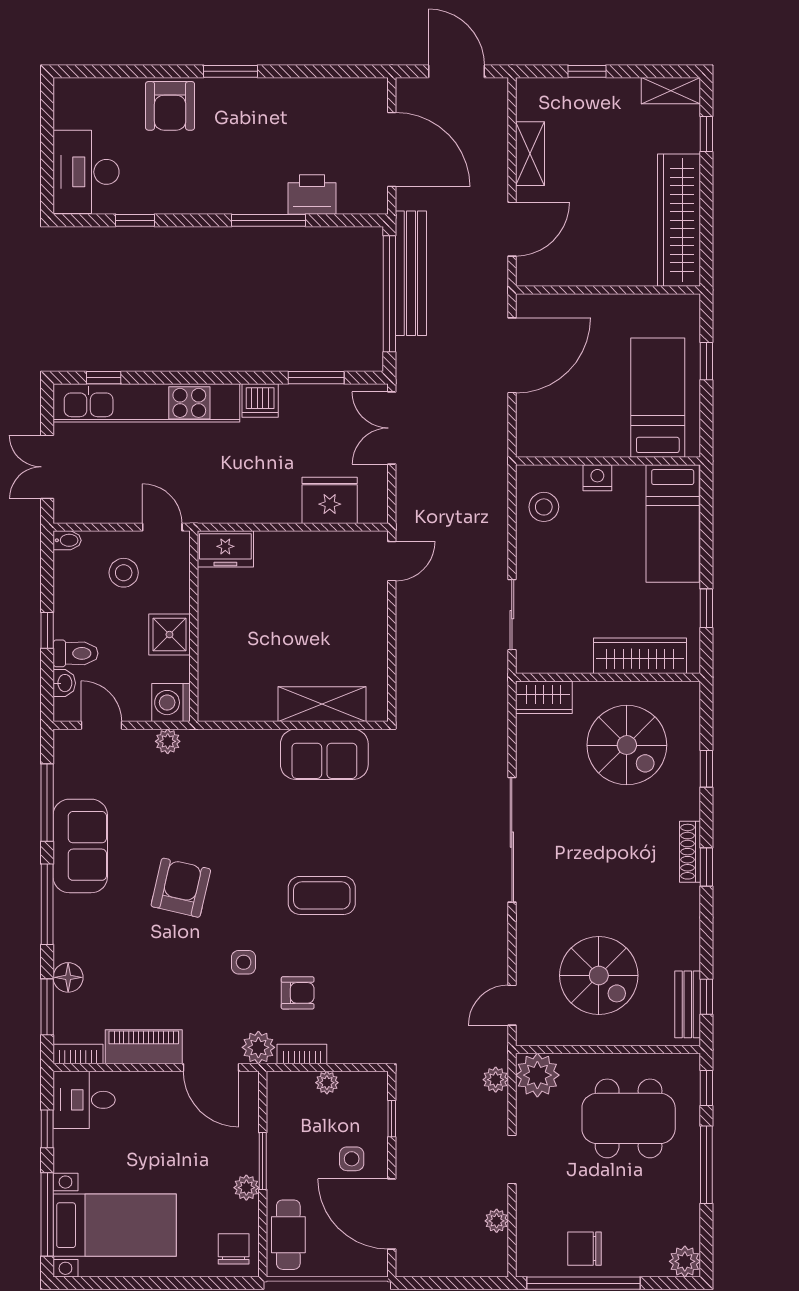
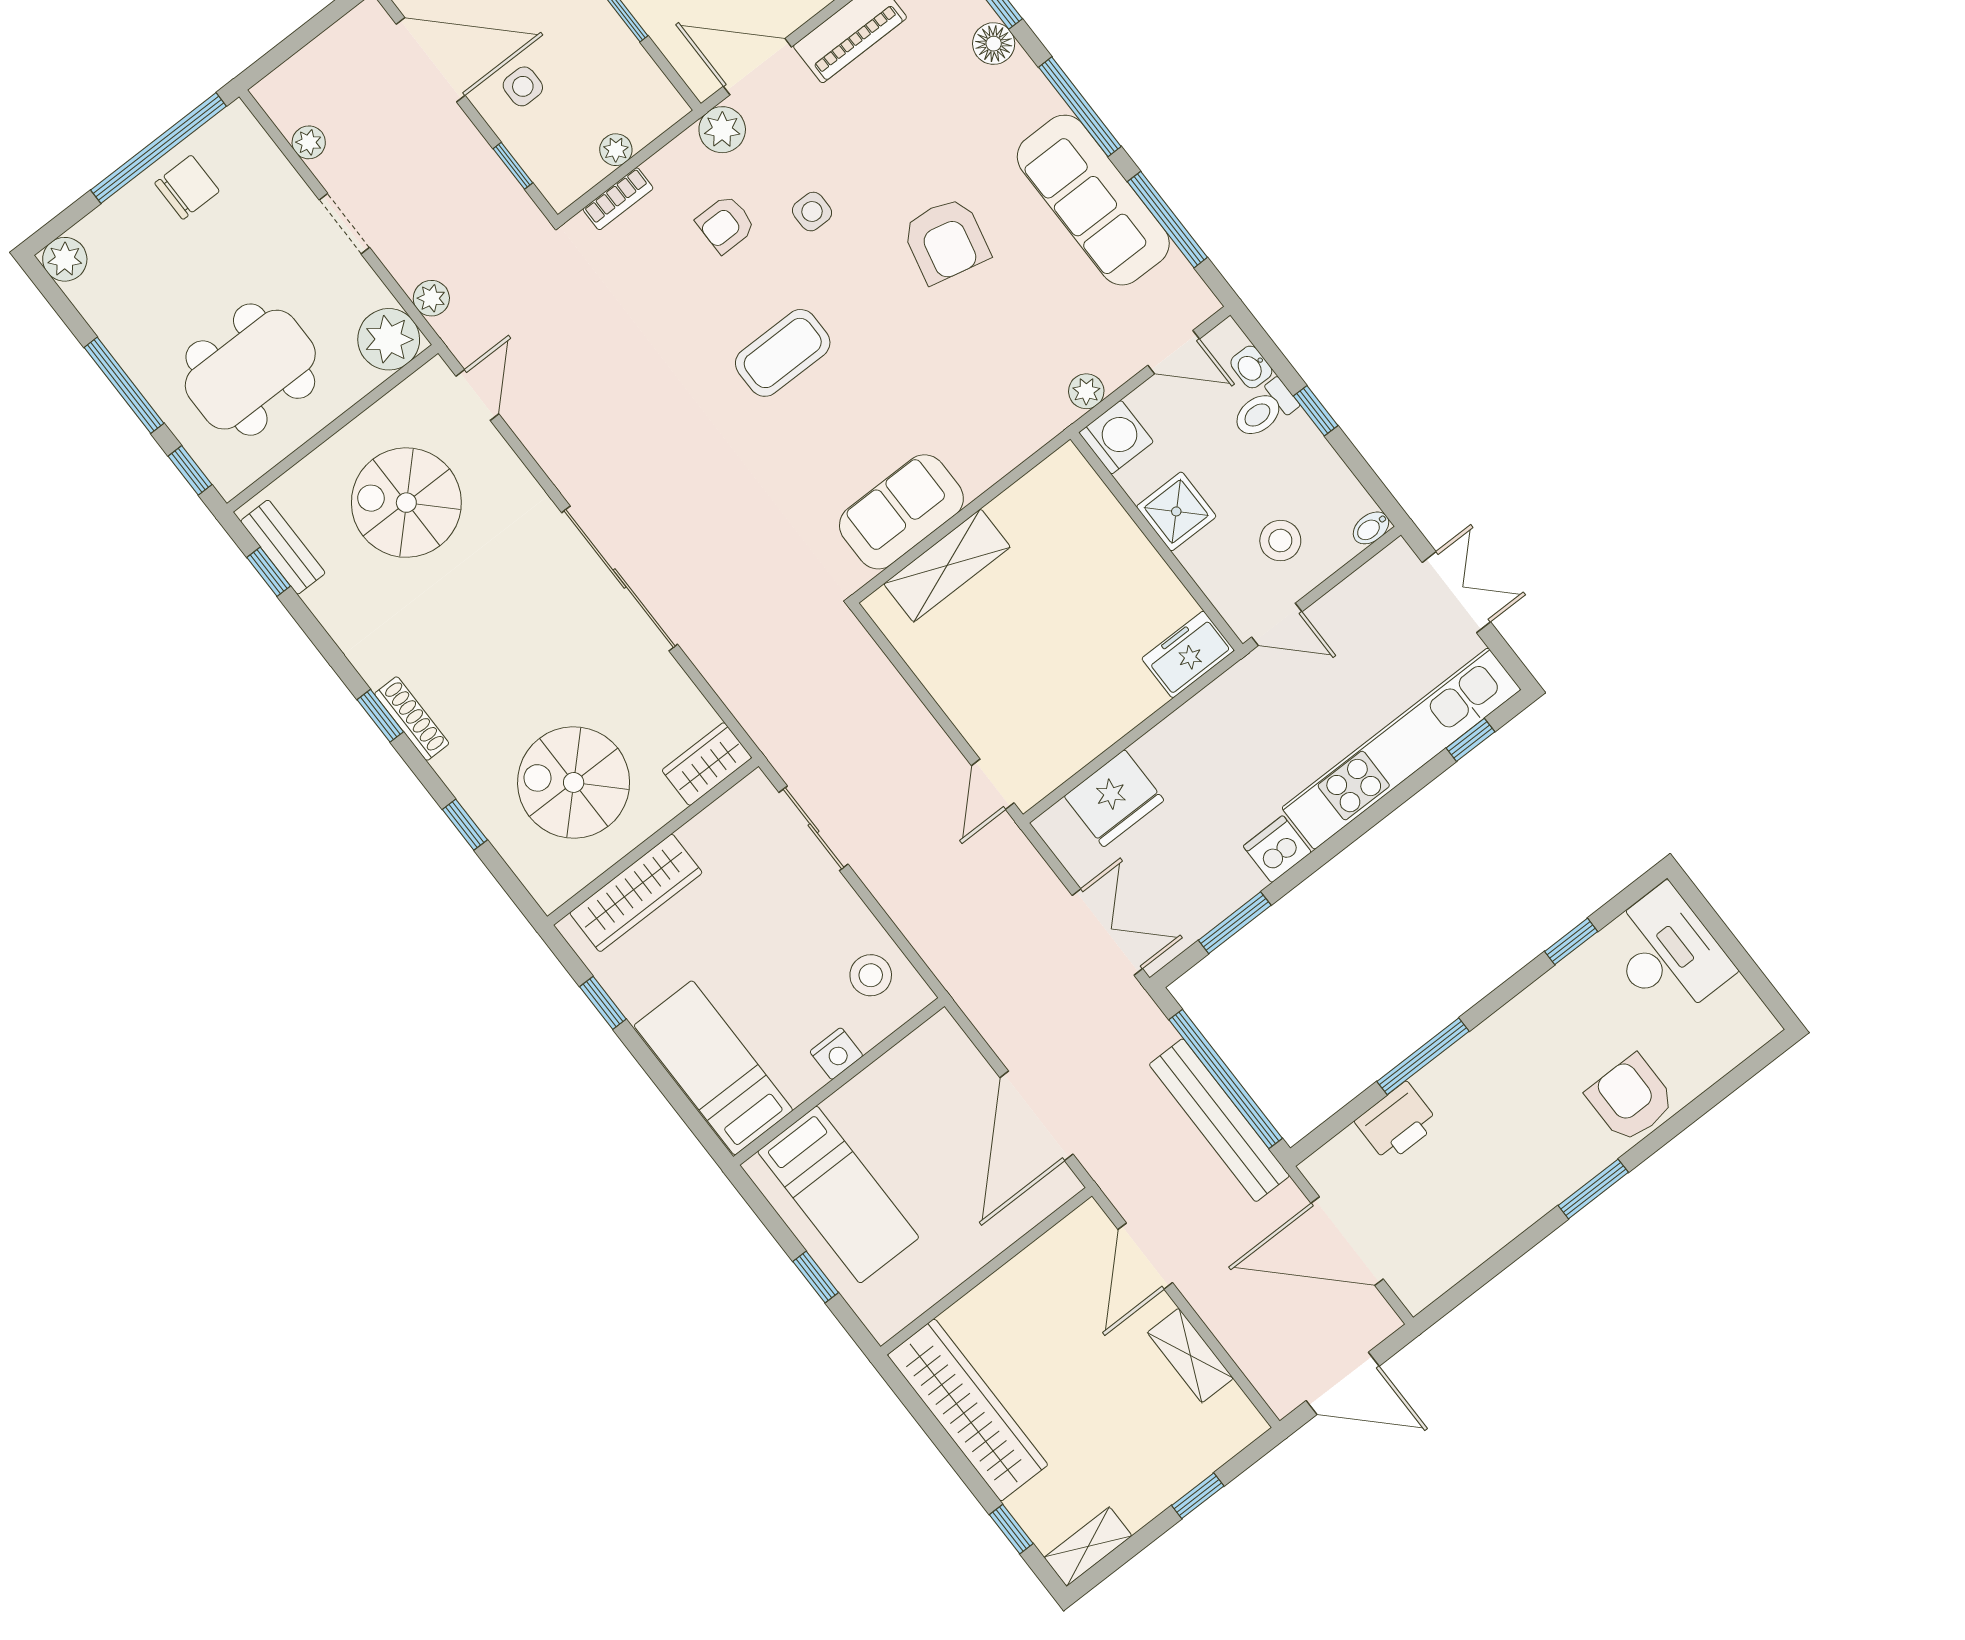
sofa: (80, 846) -> (1093, 200), width x1.36
bookcase: (302, 1054) -> (618, 199), moved

